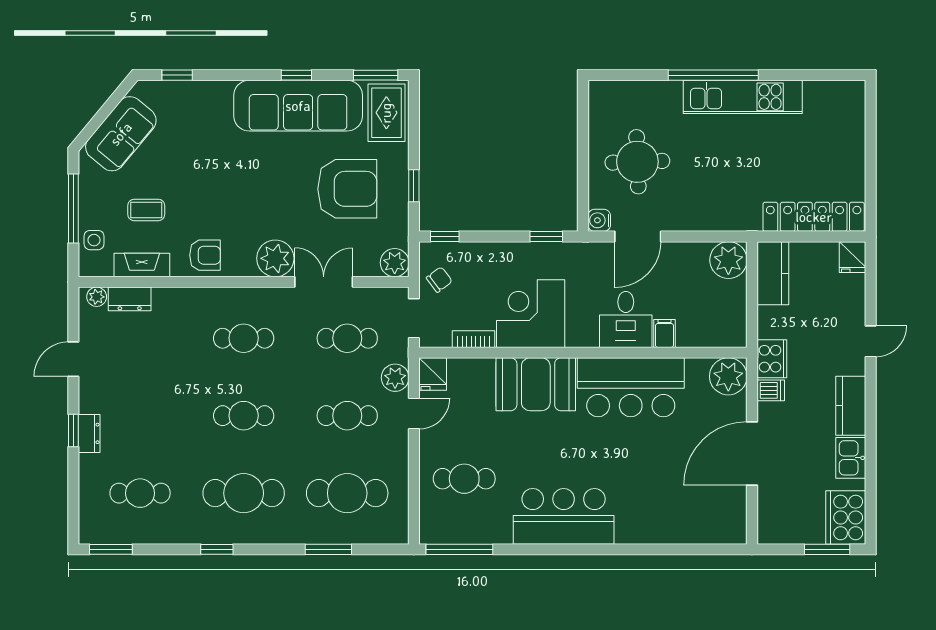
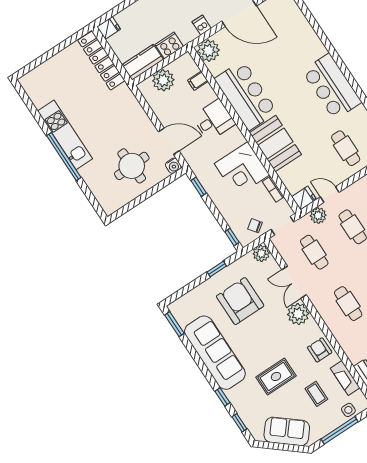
window: (296, 75) -> (222, 397), moved
rug: (386, 113) -> (276, 377), moved
plant: (728, 260) -> (163, 80), moved
filing cabinet: (664, 333) -> (198, 81), moved
cooker: (772, 359) -> (169, 46), moved

